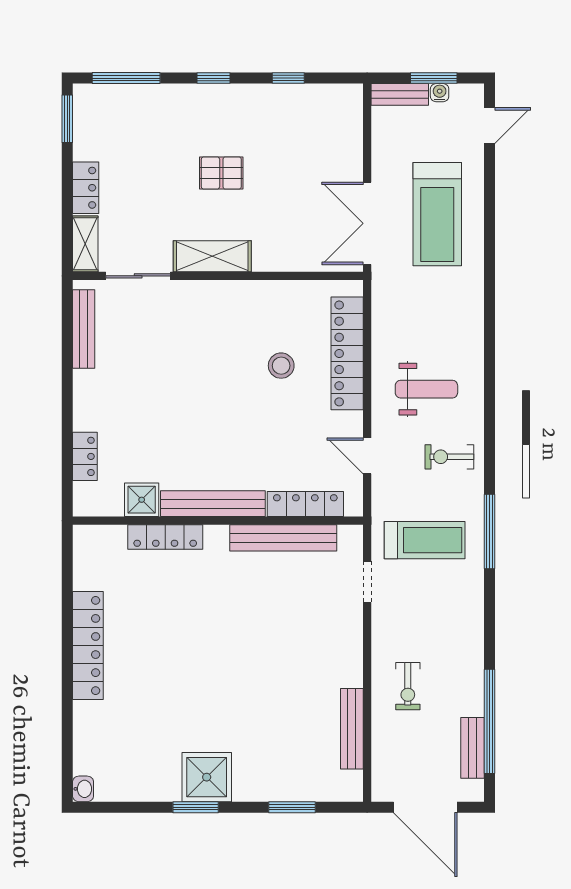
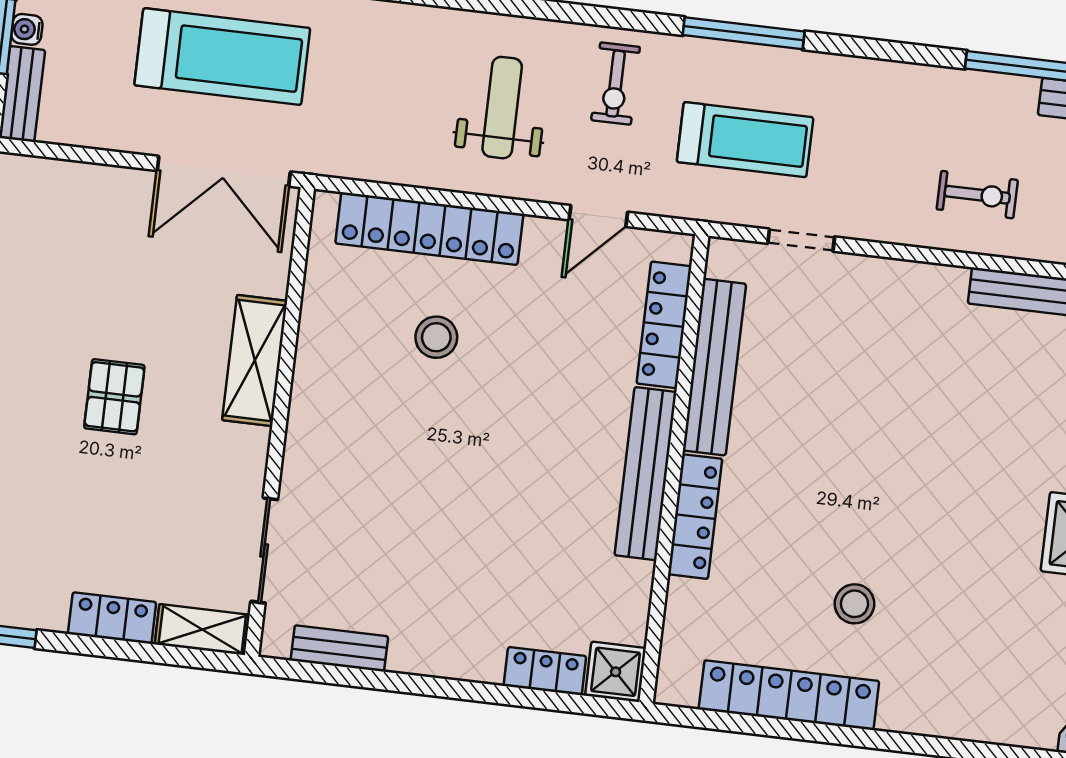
shelving: (212, 256) -> (255, 360), moved
bench: (84, 329) -> (339, 648), width x0.73
shower: (142, 500) -> (616, 672), moved
locker: (165, 537) -> (695, 517), moved
treadmill: (425, 540) -> (745, 140), turned 90
stool: (149, 641) -> (855, 604), added
locker: (88, 646) -> (789, 695), moved

